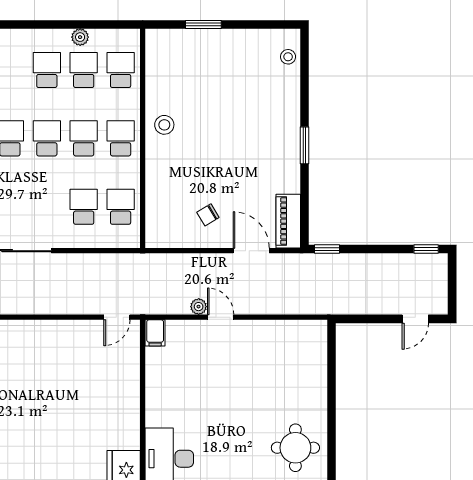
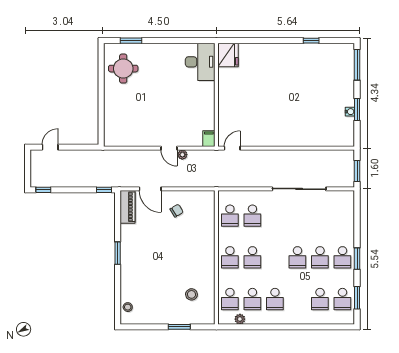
plant: (80, 37) -> (240, 319), moved
stool: (164, 125) -> (191, 294), moved
school desk: (47, 138) -> (275, 257), removed

